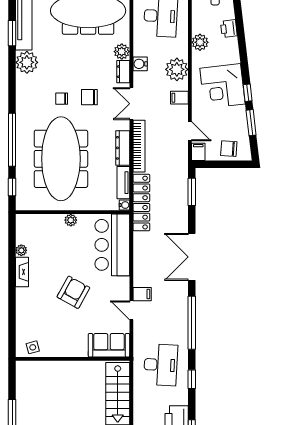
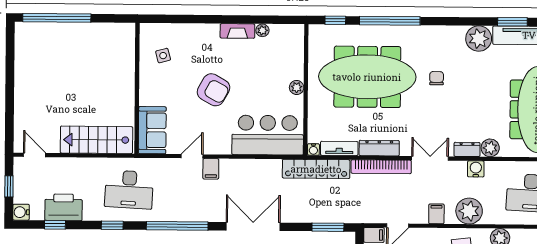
chair: (89, 97) -> (438, 110), removed
side table: (33, 347) -> (163, 56), moved

